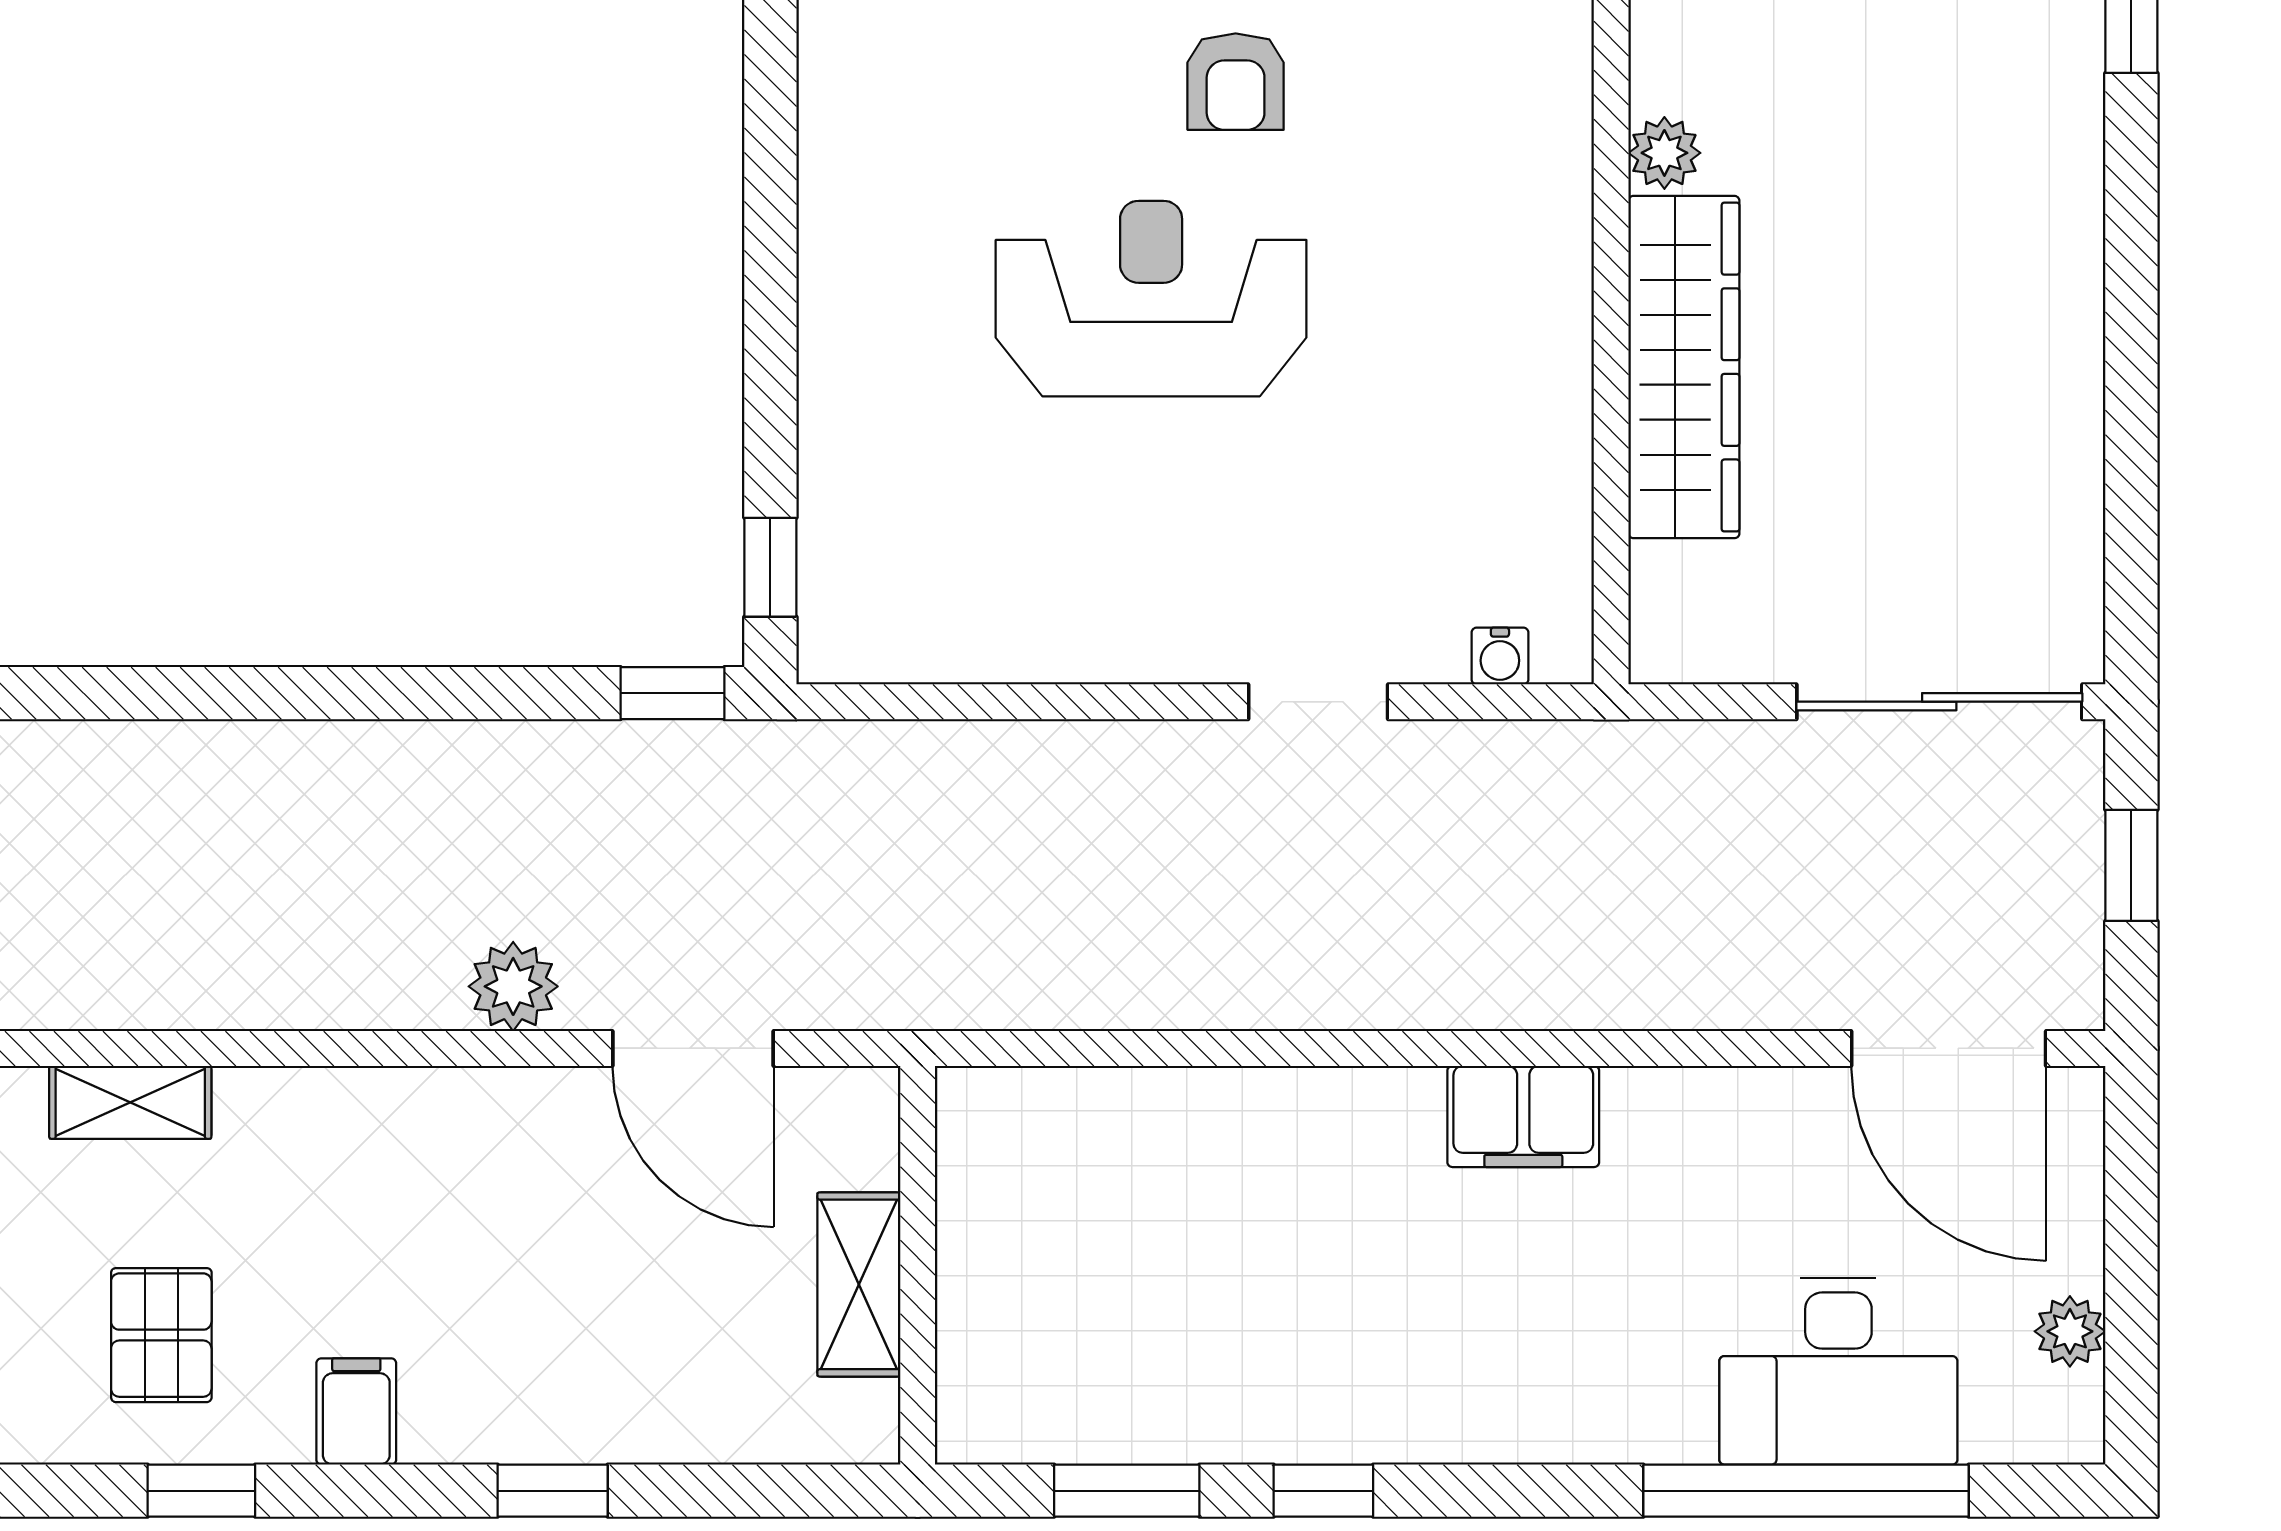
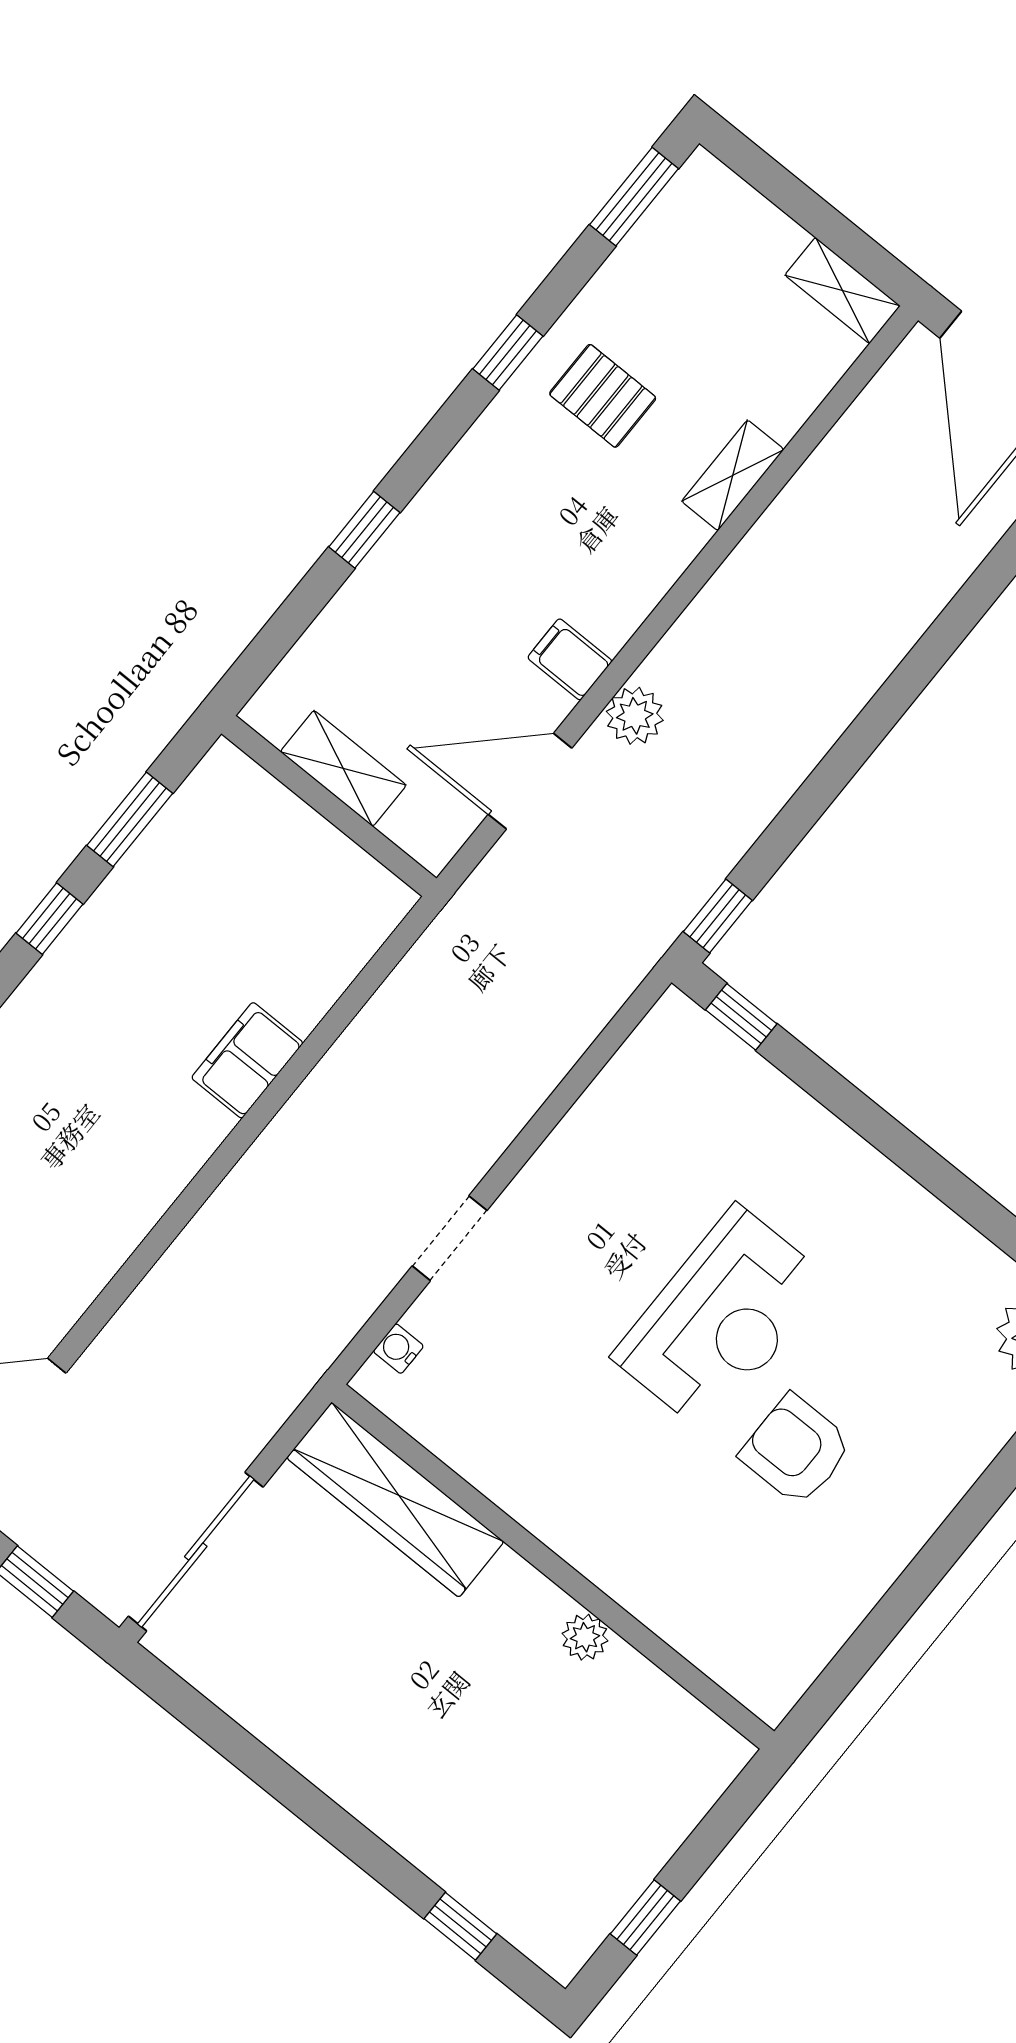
armchair: (1236, 82) -> (796, 1450), width x1.38, depth x1.38
wardrobe: (1684, 367) -> (395, 1500), moved
filing cabinet: (1523, 1116) -> (247, 1060), moved
filing cabinet: (356, 1411) -> (570, 659), moved, turned 180

